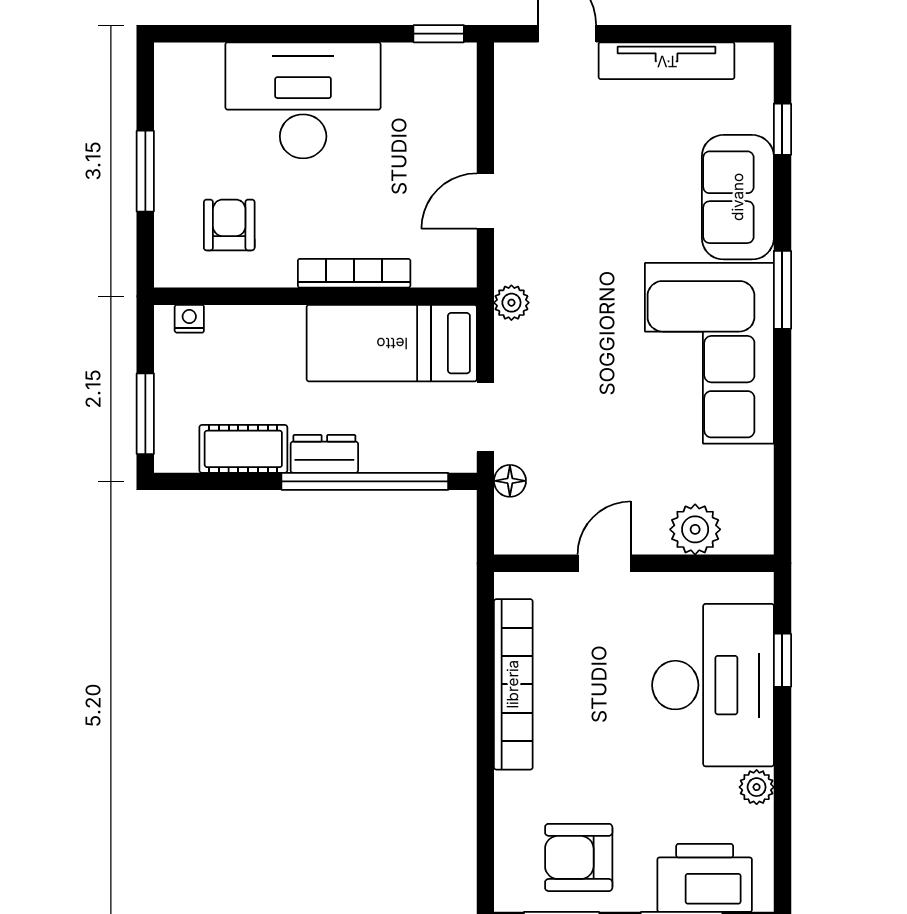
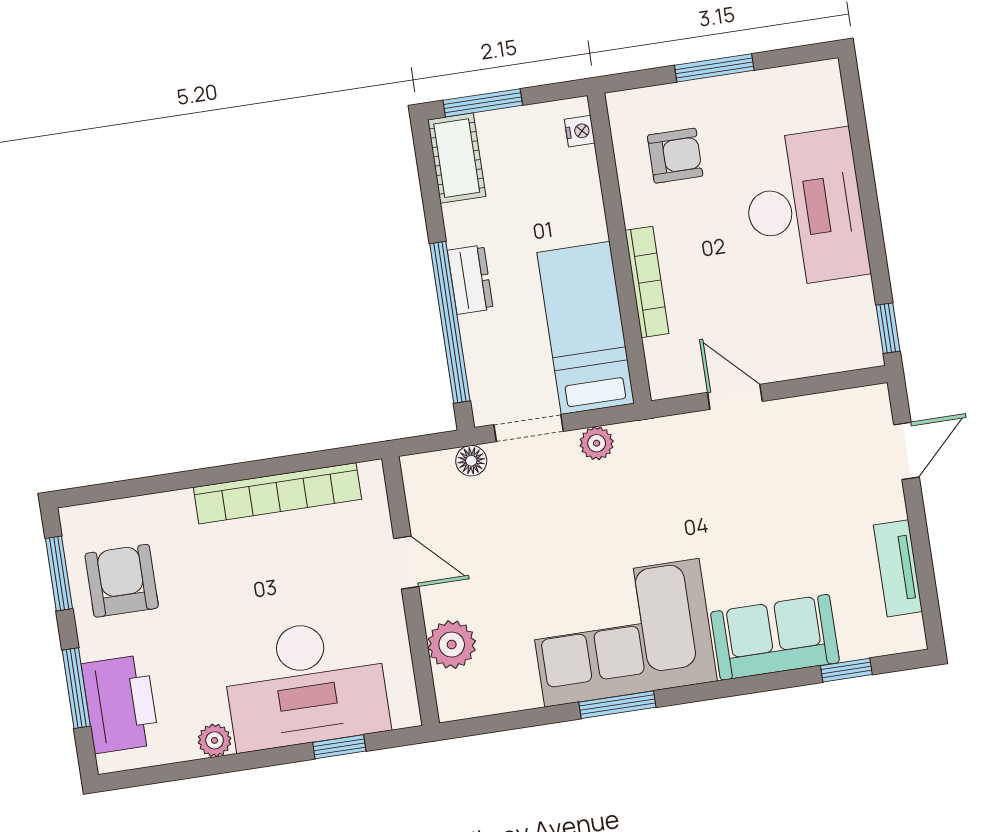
tv unit: (667, 61) -> (898, 568), width x0.71
window: (782, 290) -> (617, 705), moved
plant: (511, 303) -> (597, 443), moved
cot: (243, 449) -> (457, 158), moved

